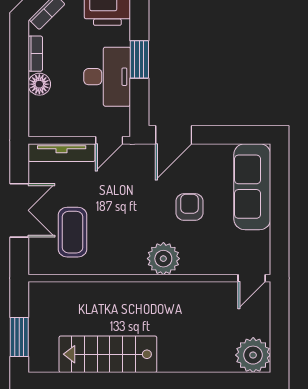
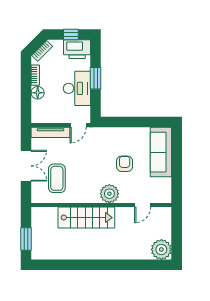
door: (174, 135) -> (115, 122), removed
door: (252, 278) -> (143, 205), moved
stairs: (108, 354) -> (86, 218), moved, turned 180

